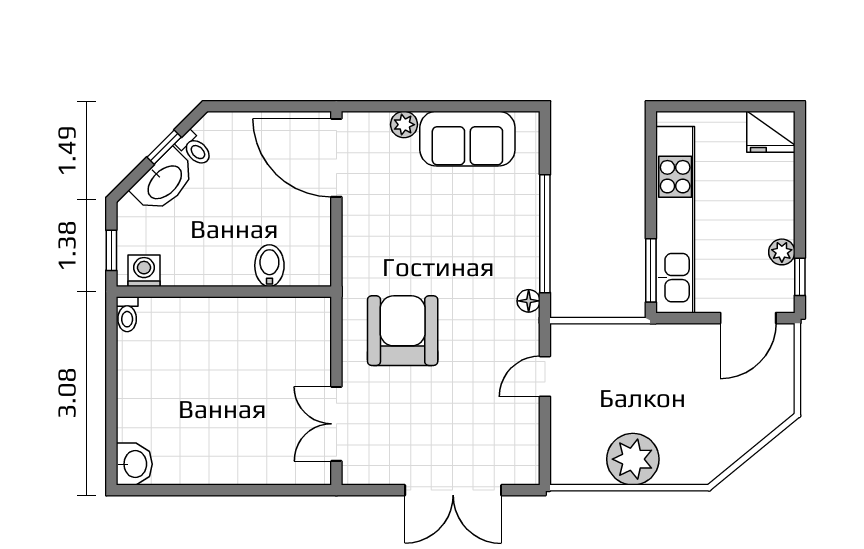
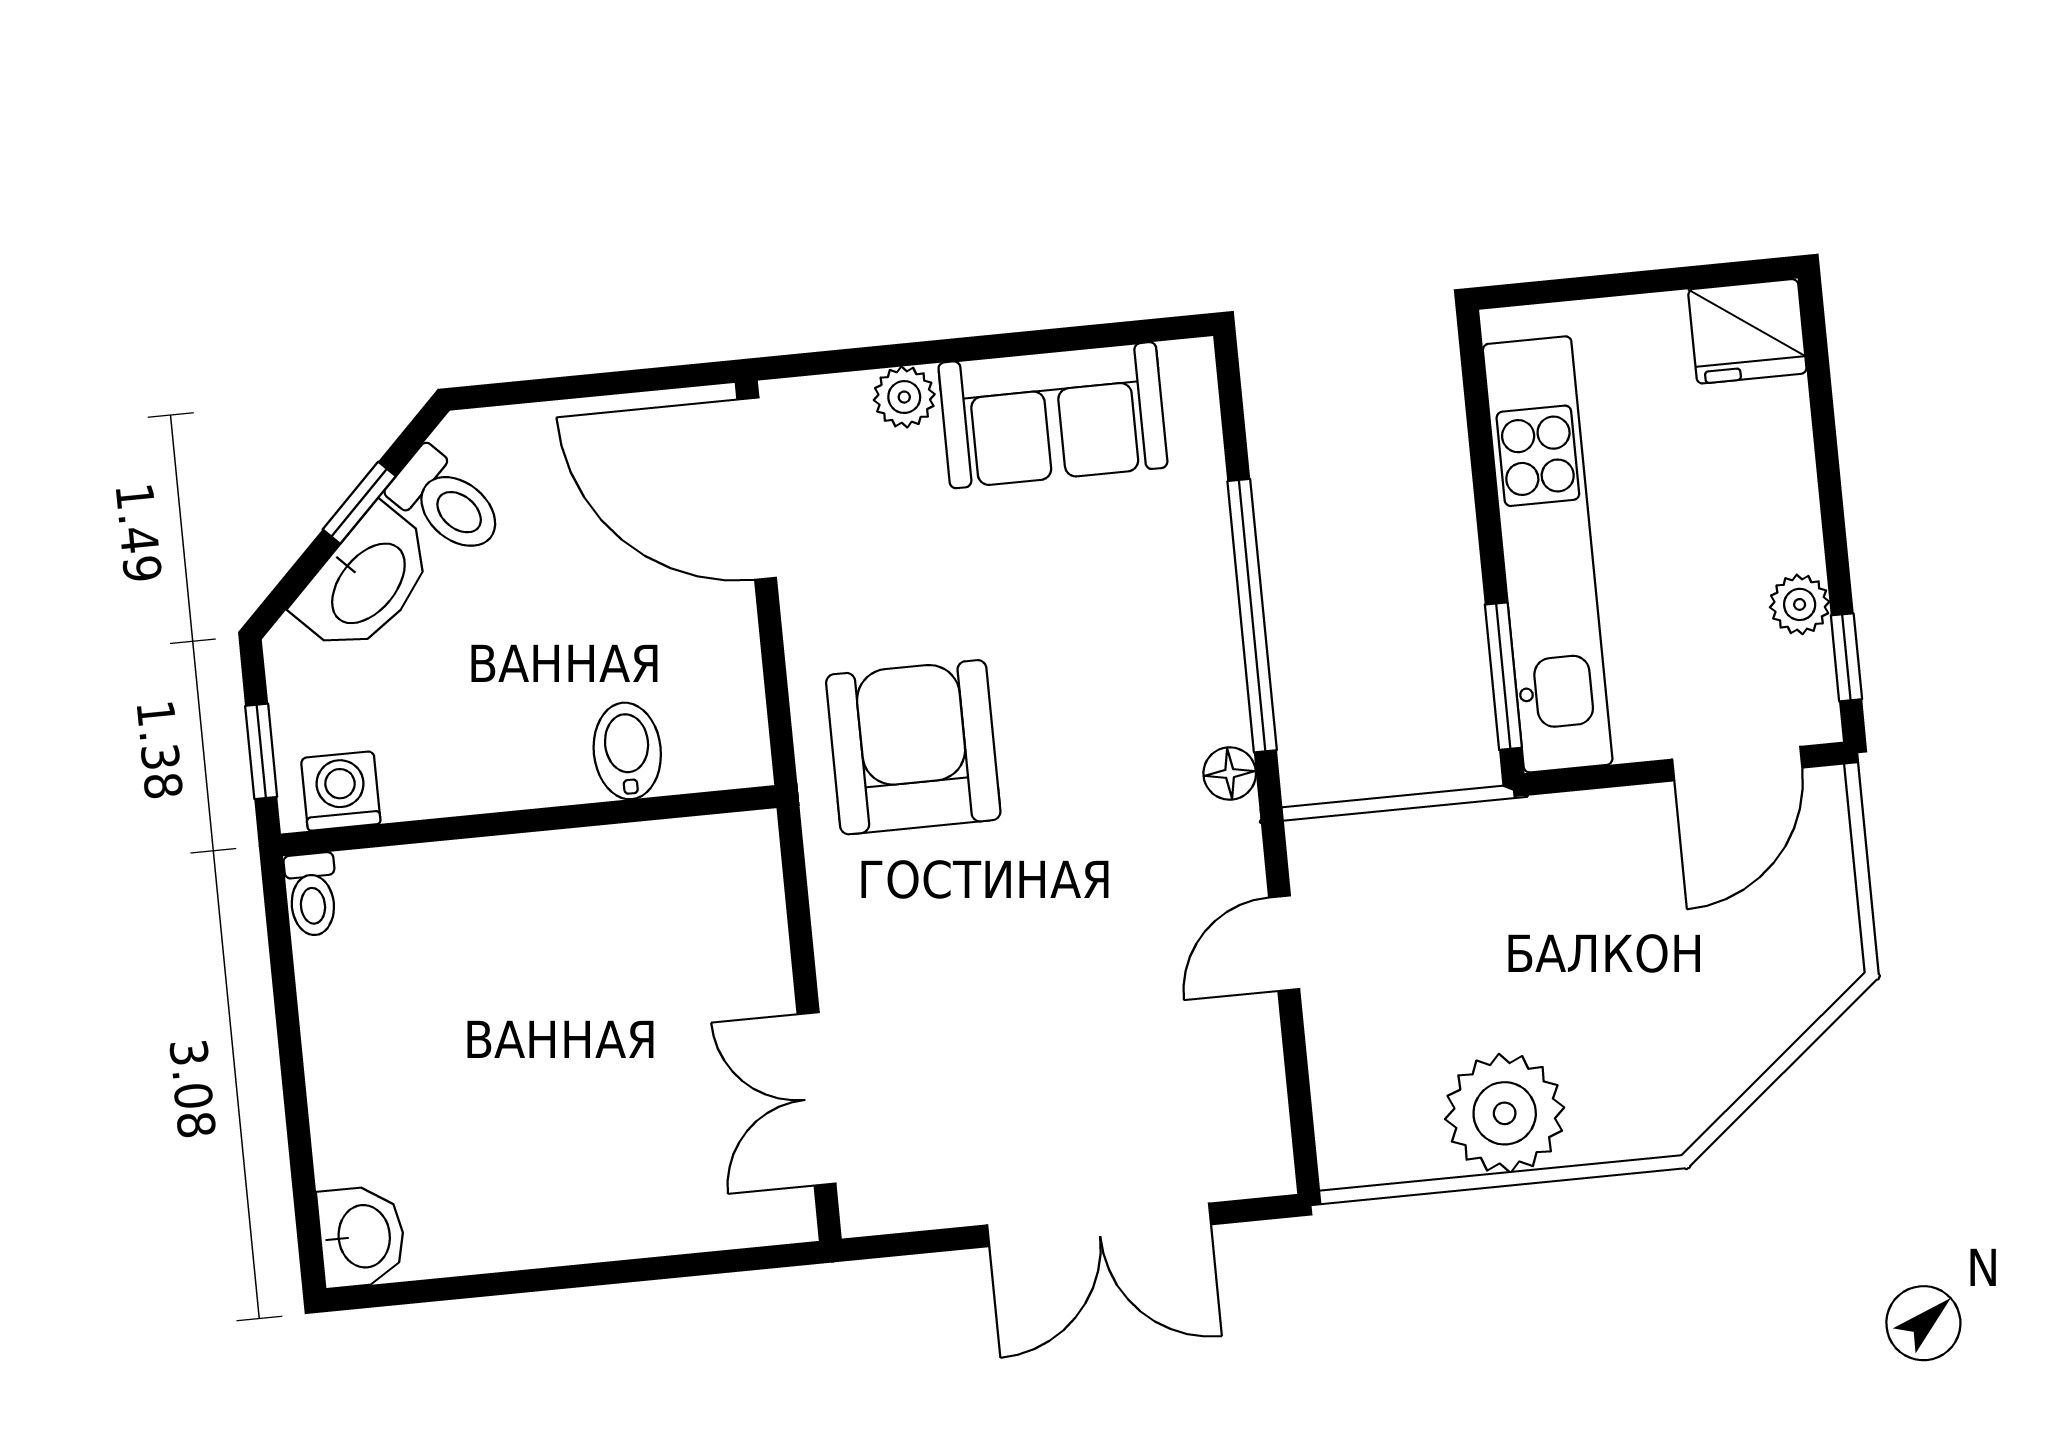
toilet: (194, 149) -> (447, 502), width x1.37, depth x1.39
armchair: (403, 331) -> (913, 747), moved

